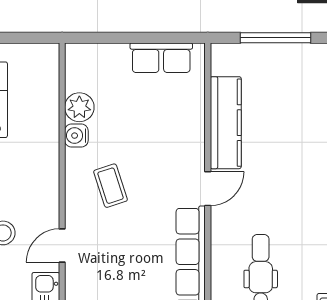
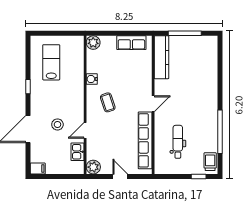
plant: (79, 107) -> (93, 43), moved
kitchen counter: (226, 123) -> (161, 57), moved

